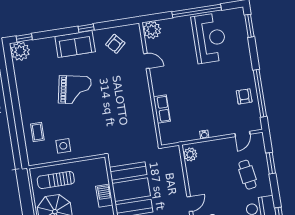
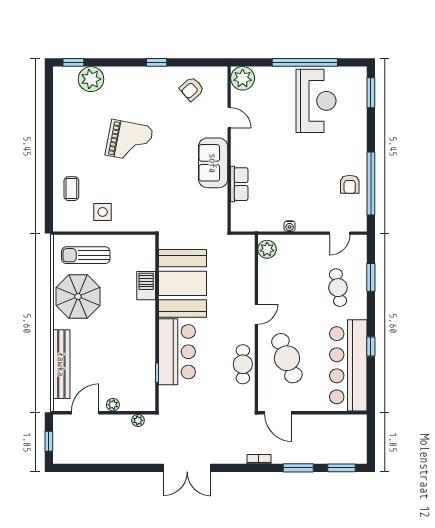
sofa: (75, 44) -> (213, 163), moved, turned 90
plant: (20, 51) -> (91, 79), moved
armchair: (244, 96) -> (350, 184), turned 180

